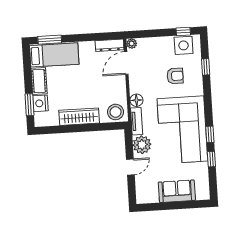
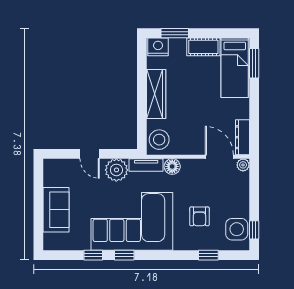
nightstand: (40, 103) -> (158, 47), moved

